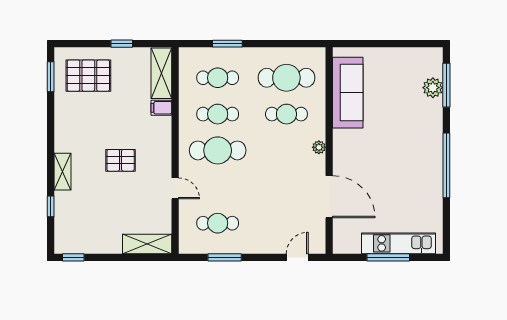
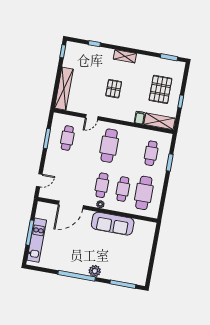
pallet: (88, 76) -> (160, 89), moved
plant: (433, 88) -> (95, 271), moved
sofa: (348, 93) -> (113, 224), moved
cafe table: (218, 114) -> (102, 185), moved
shelving: (63, 172) -> (125, 56), moved
shelving: (147, 244) -> (64, 89), width x1.47
door: (297, 257) -> (39, 180), hinge flipped

